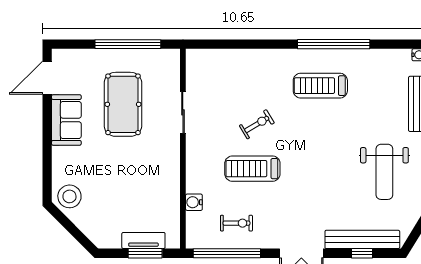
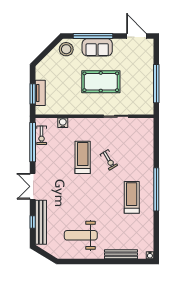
window: (334, 44) -> (156, 189), moved
pool table: (123, 104) -> (101, 82), moved
sofa: (66, 120) -> (97, 47), moved
window: (47, 151) -> (93, 36), added
exercise bike: (236, 223) -> (42, 135), moved

